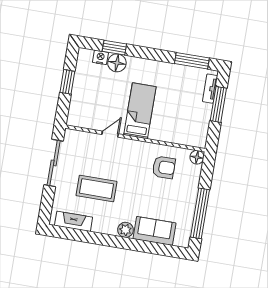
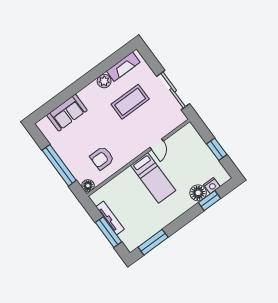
tv unit: (210, 89) -> (110, 218), moved, width x1.41
window: (200, 213) -> (59, 165), moved
plant: (125, 230) -> (104, 81), moved

